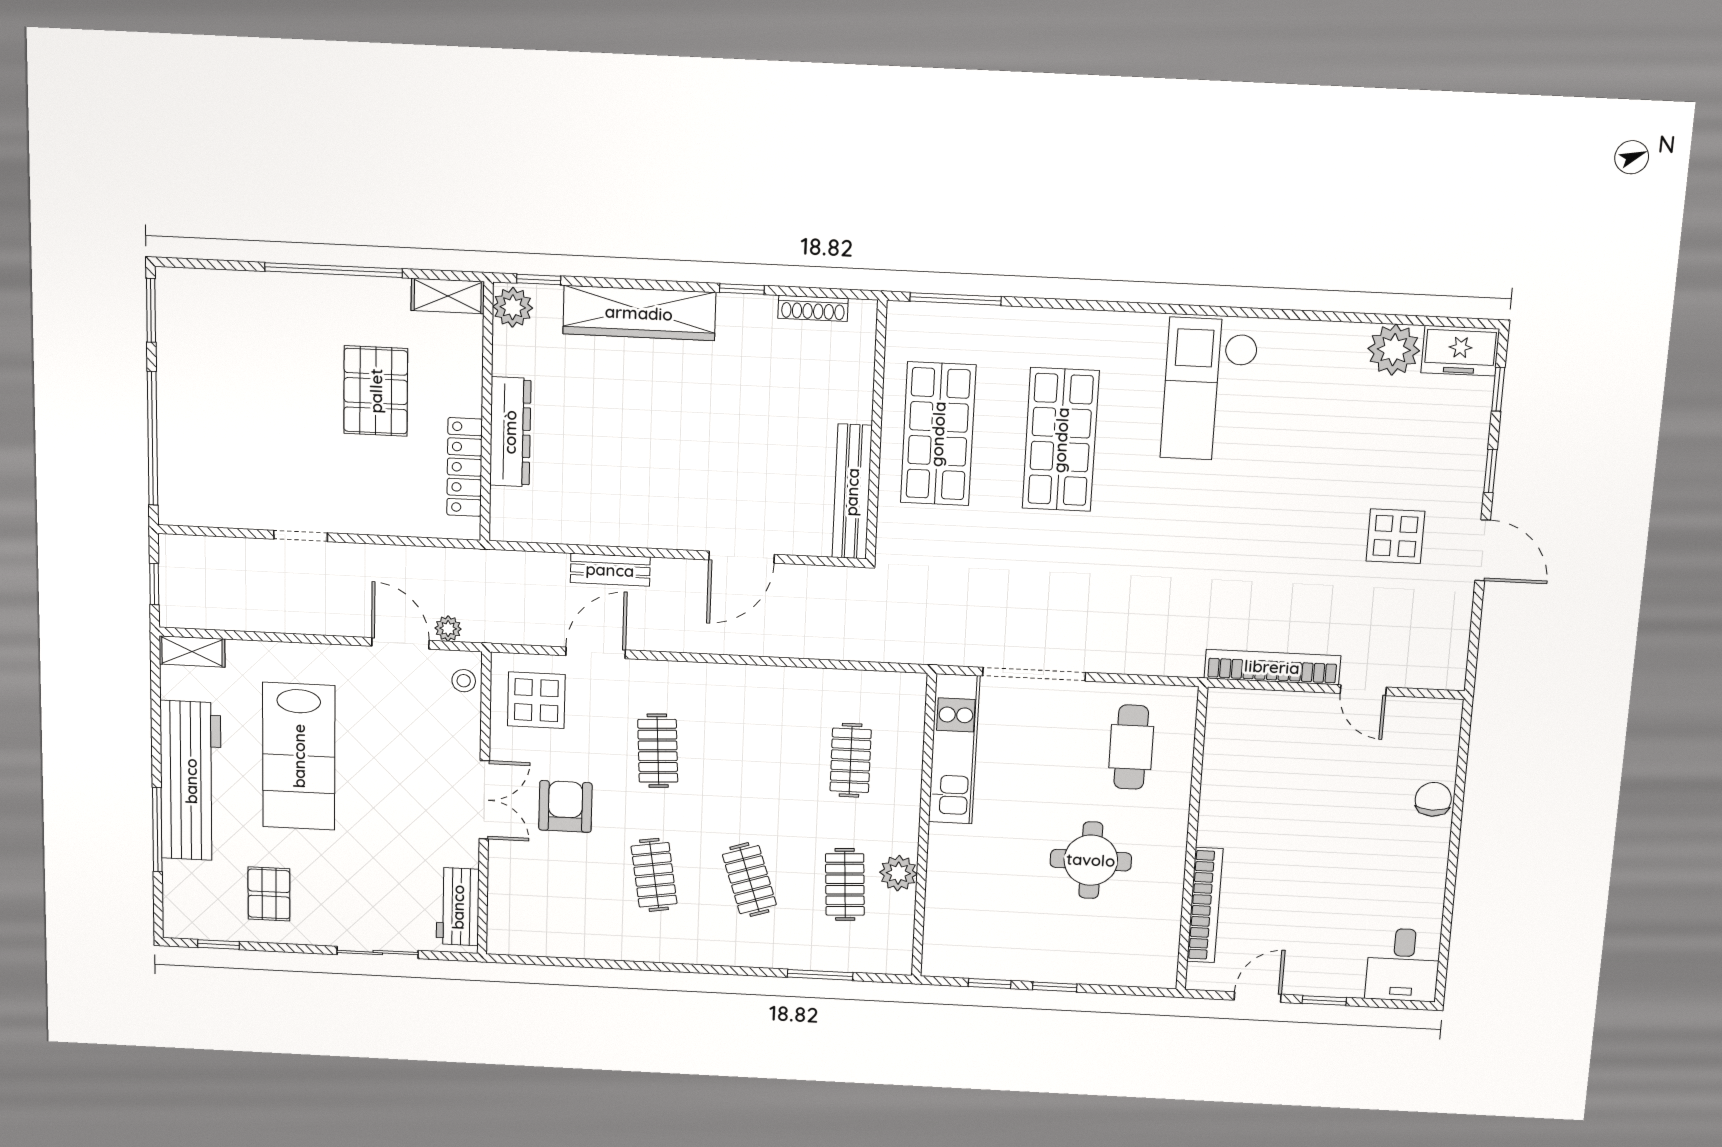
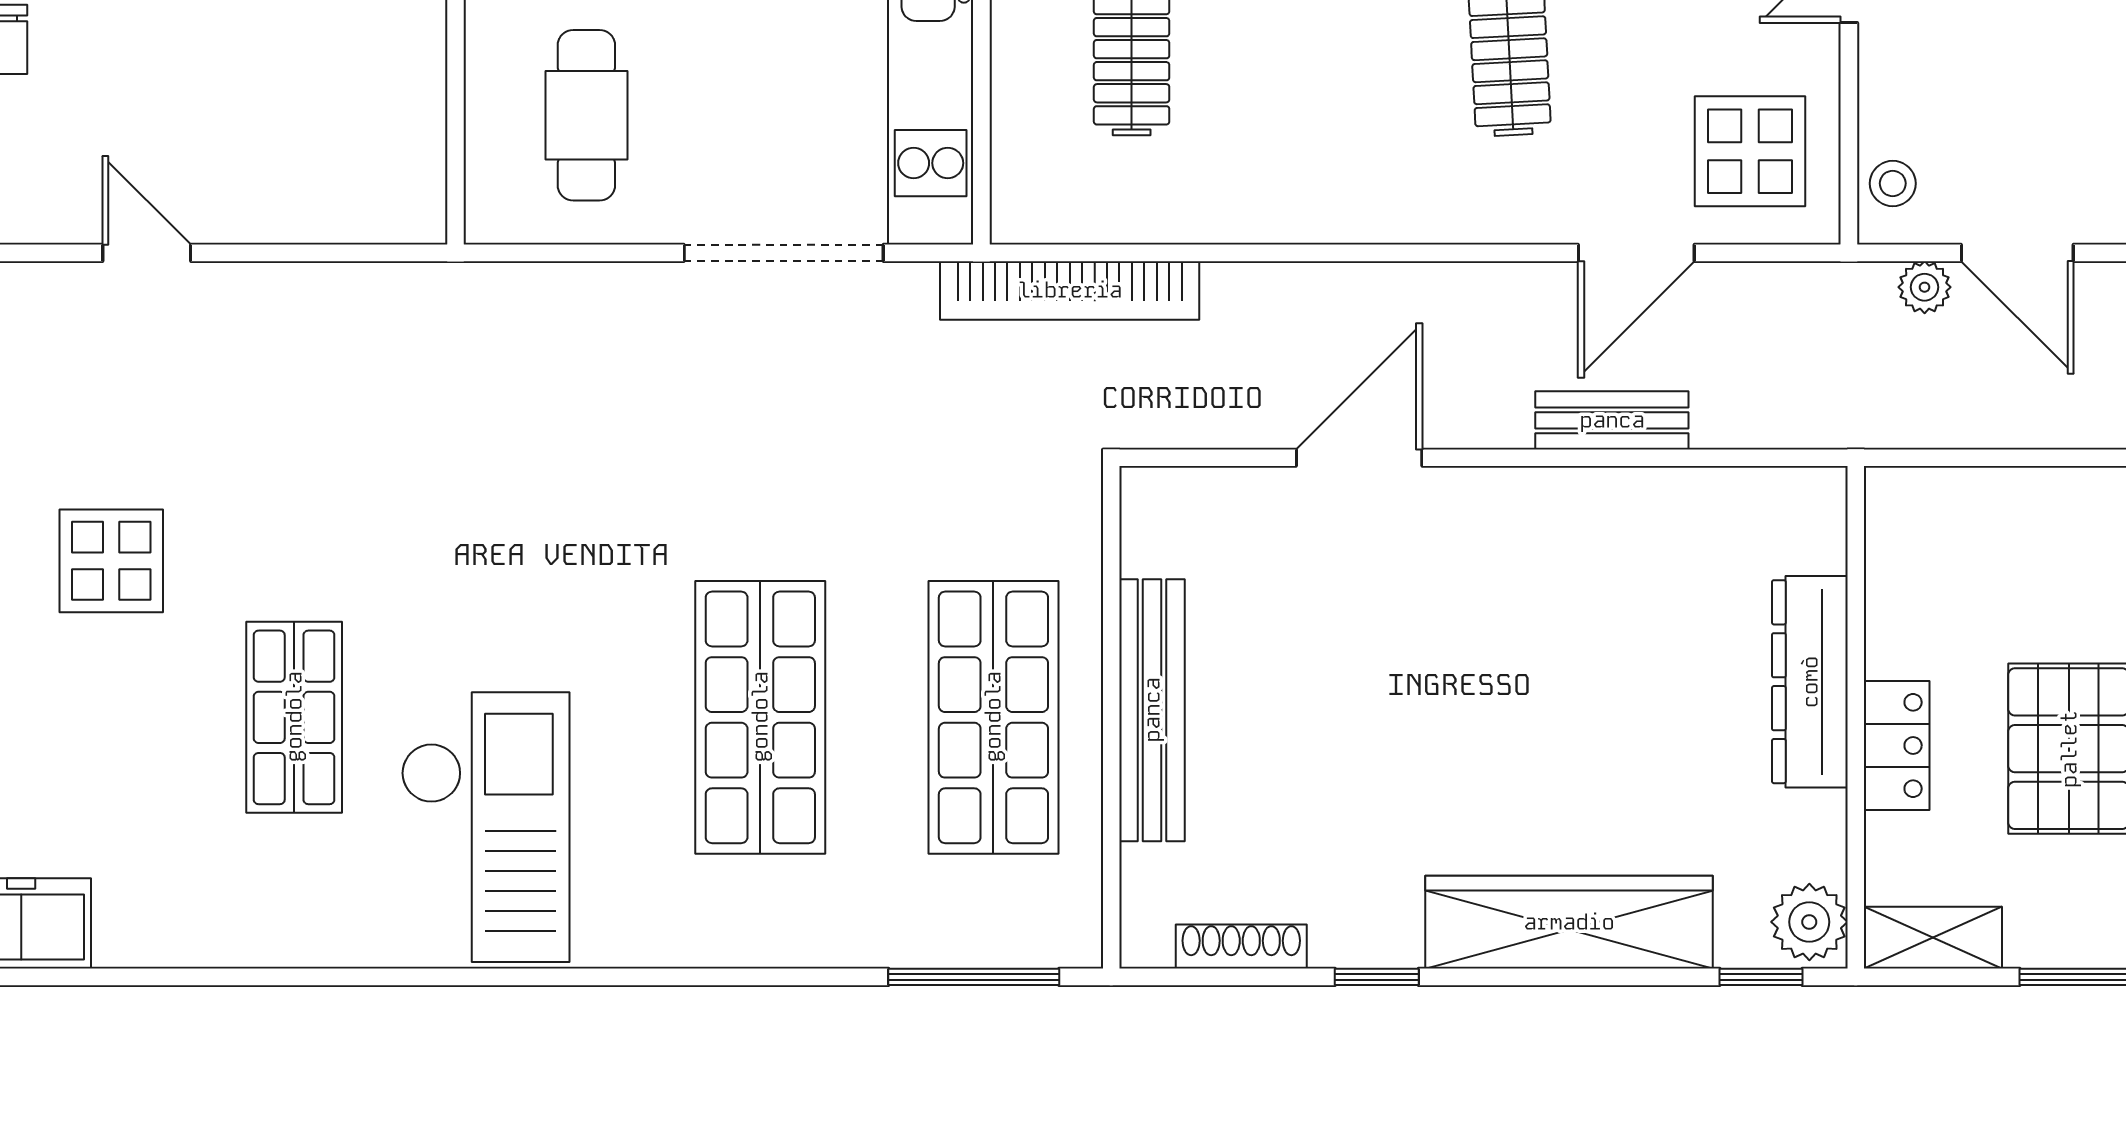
plant: (1394, 350) -> (145, 920), removed
shop shelf: (1306, 451) -> (294, 717), added
locker: (465, 467) -> (1897, 745), moved, width x0.66
bench: (852, 492) -> (1152, 710), moved
bookcase: (1272, 667) -> (1070, 290), moved

